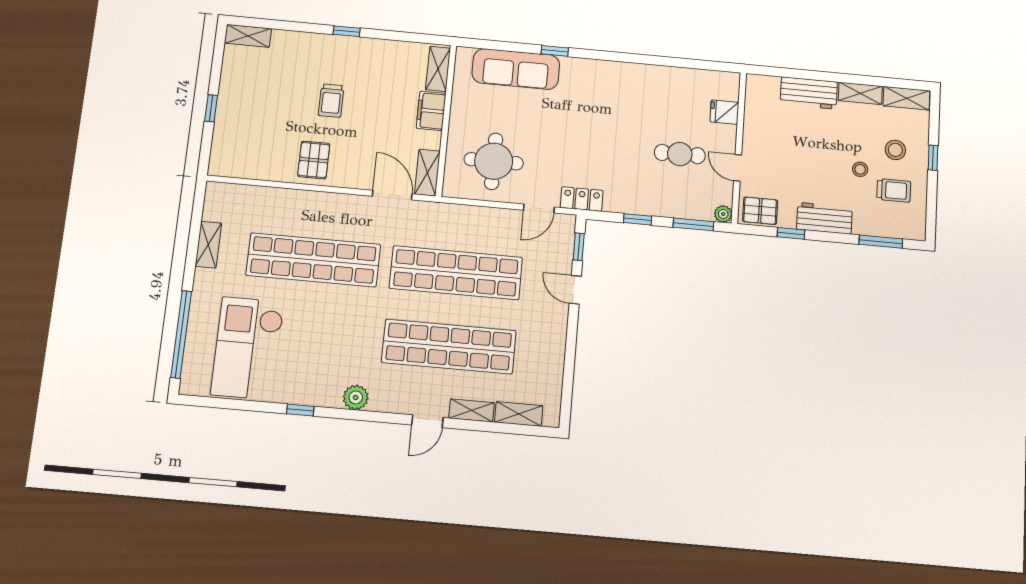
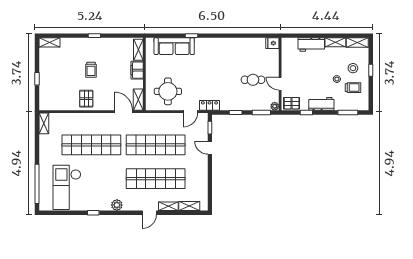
fridge: (724, 112) -> (272, 43), moved
shelving: (208, 245) -> (44, 123), moved

